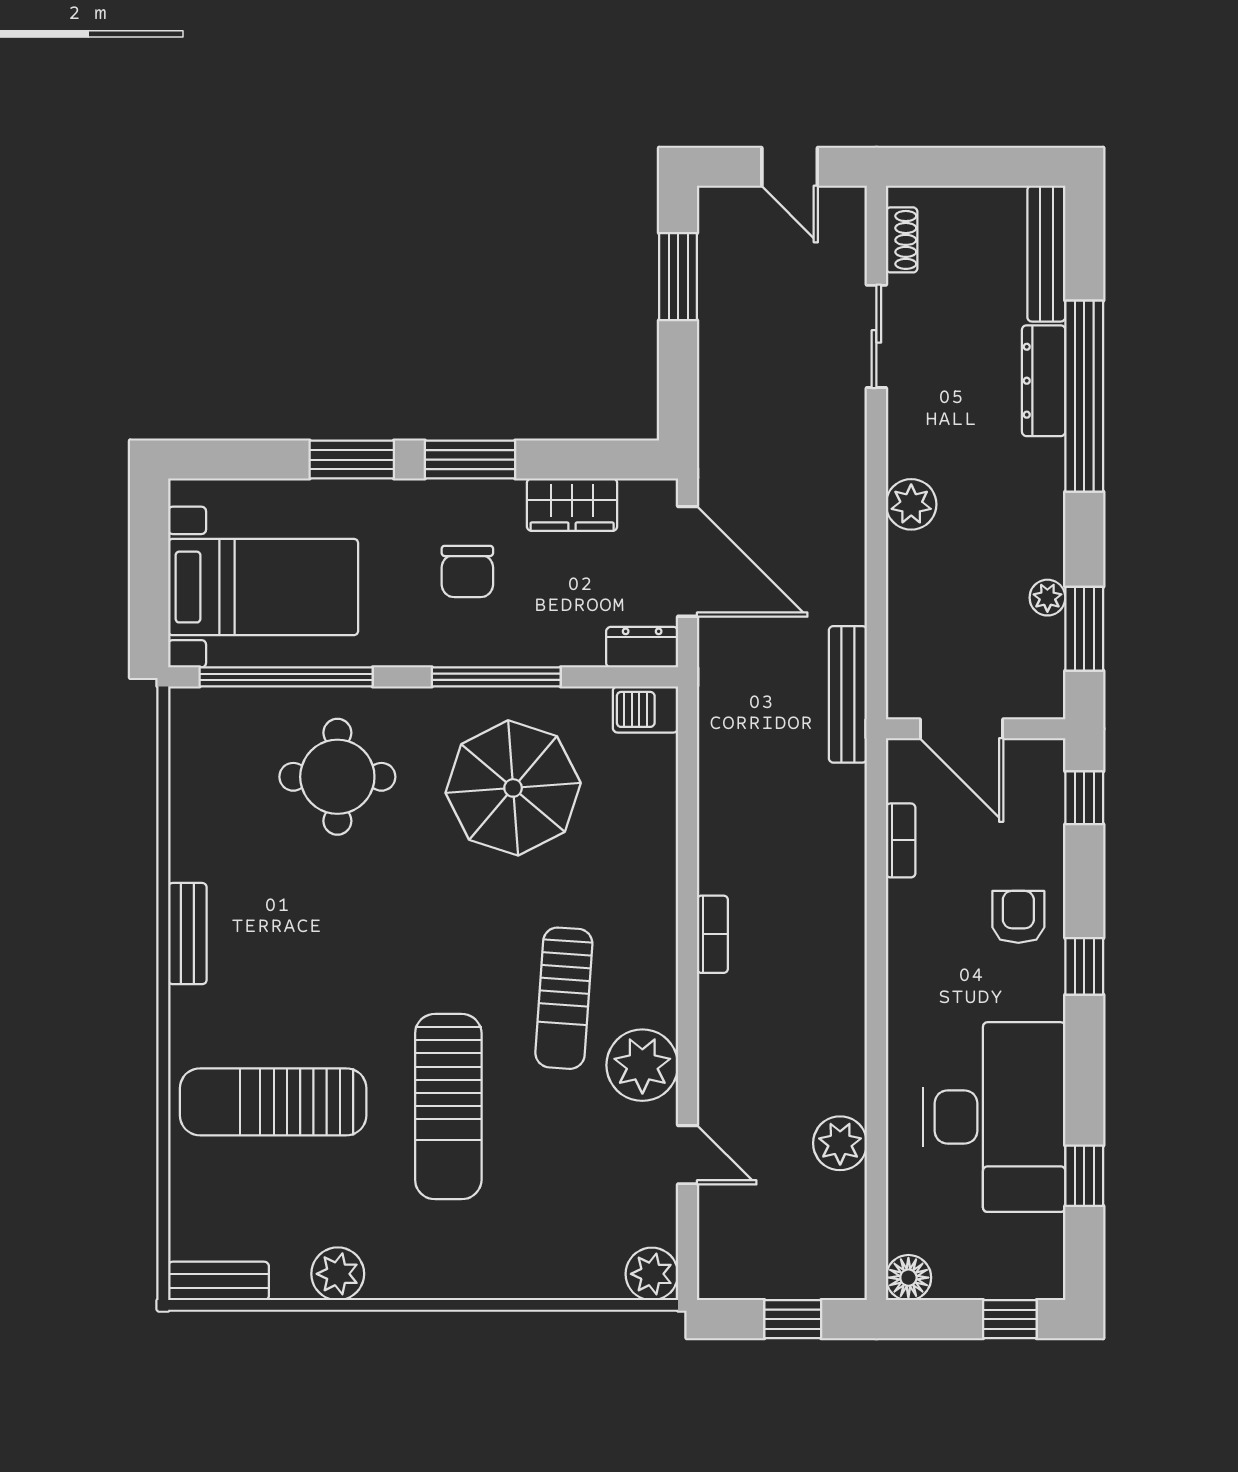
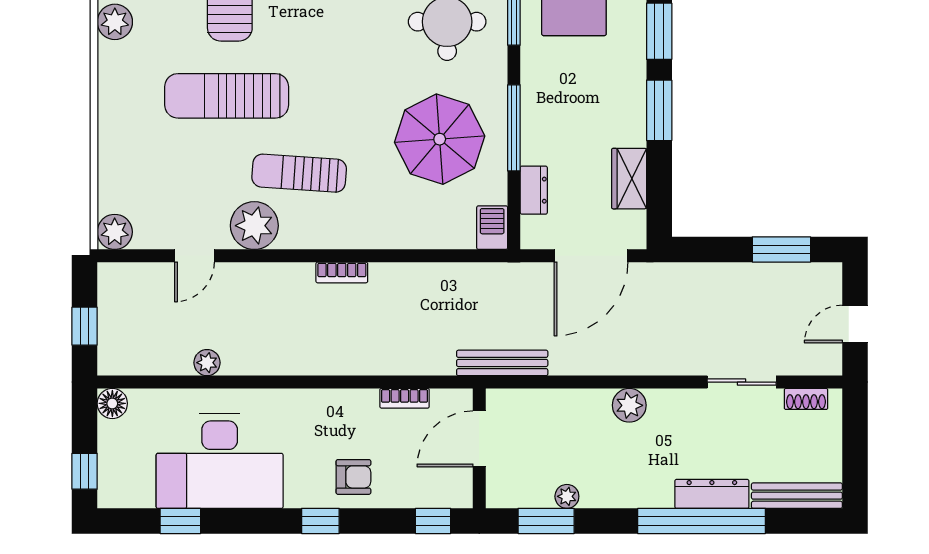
chair: (467, 571) -> (584, 109), removed
dresser: (642, 647) -> (534, 190), moved
plant: (840, 1143) -> (207, 363), width x0.73, depth x0.73

